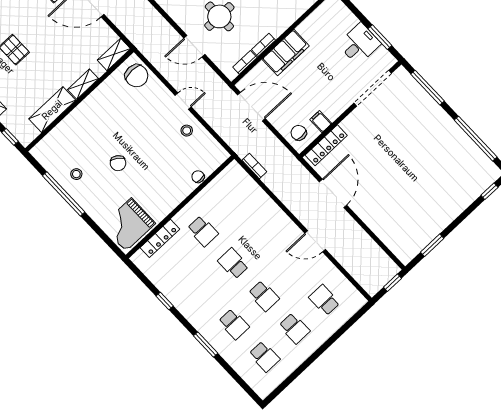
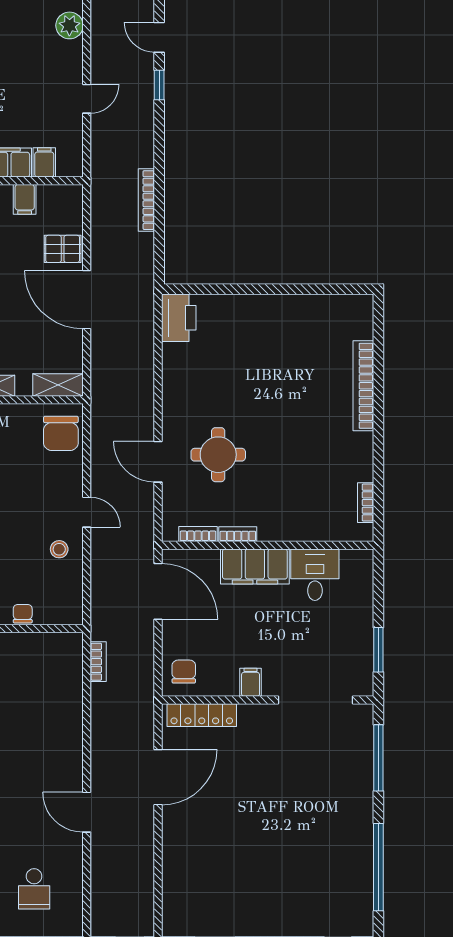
desk: (359, 44) -> (315, 575), moved, turned -90
filing cabinet: (321, 122) -> (251, 682), moved
school desk: (324, 300) -> (34, 889), turned 180

